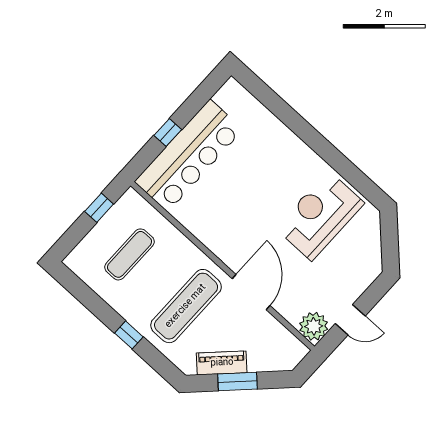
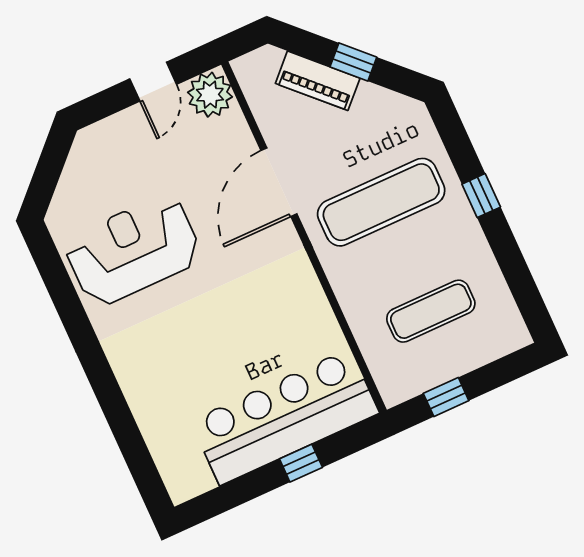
reception desk: (320, 216) -> (133, 250), turned 180
door: (350, 320) -> (153, 82), swing flipped
piano: (222, 363) -> (318, 81), moved
window: (238, 381) -> (353, 62), width x0.67

